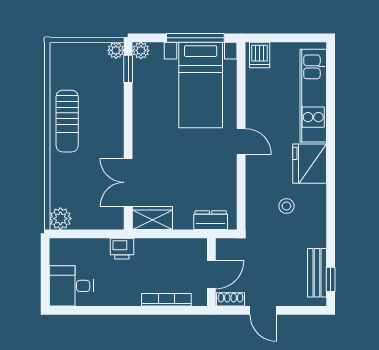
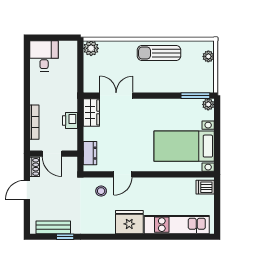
window: (195, 38) -> (217, 142), removed
plant: (116, 50) -> (208, 56), moved
window: (128, 69) -> (195, 96), width x1.50
door: (241, 141) -> (123, 174), moved
stool: (286, 206) -> (101, 191), moved
printer: (122, 249) -> (70, 120), moved
window: (331, 279) -> (65, 237), moved

